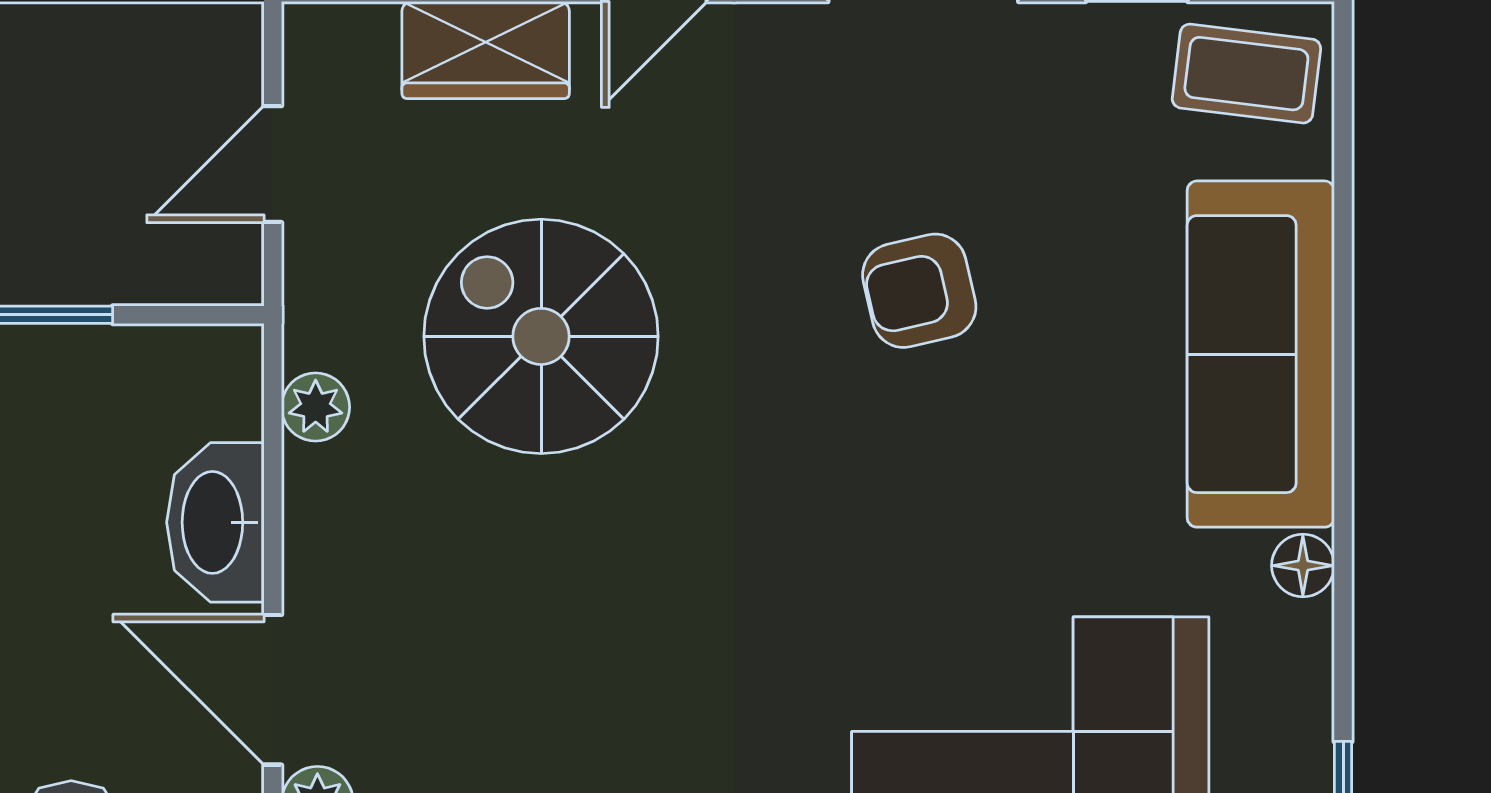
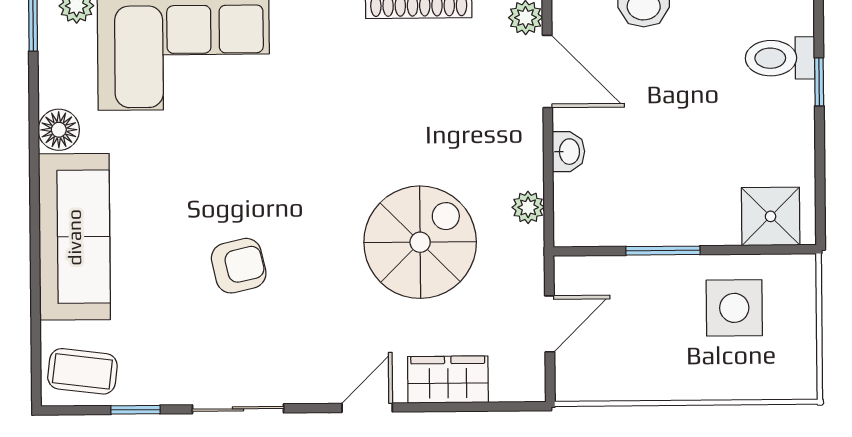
spiral stairs: (541, 336) -> (420, 242), turned -90
washbasin: (215, 522) -> (568, 152), width x0.52, depth x0.69
floor lamp: (1303, 566) -> (59, 130), width x1.37, depth x1.37

